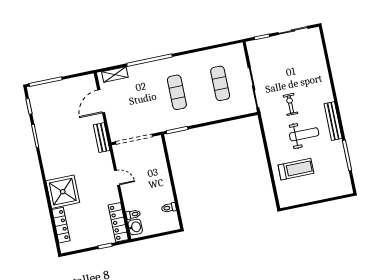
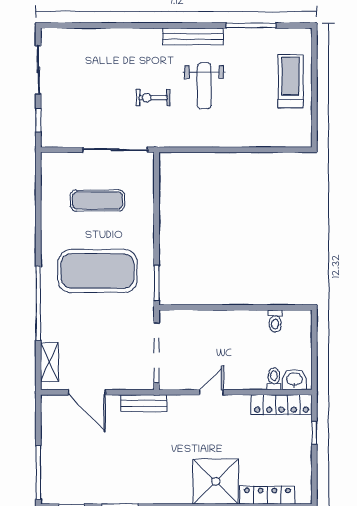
exercise mat: (177, 92) -> (97, 271), width x2.00, depth x1.45
weight bench: (304, 134) -> (204, 86), turned 180
treadmill: (296, 169) -> (291, 81), moved

